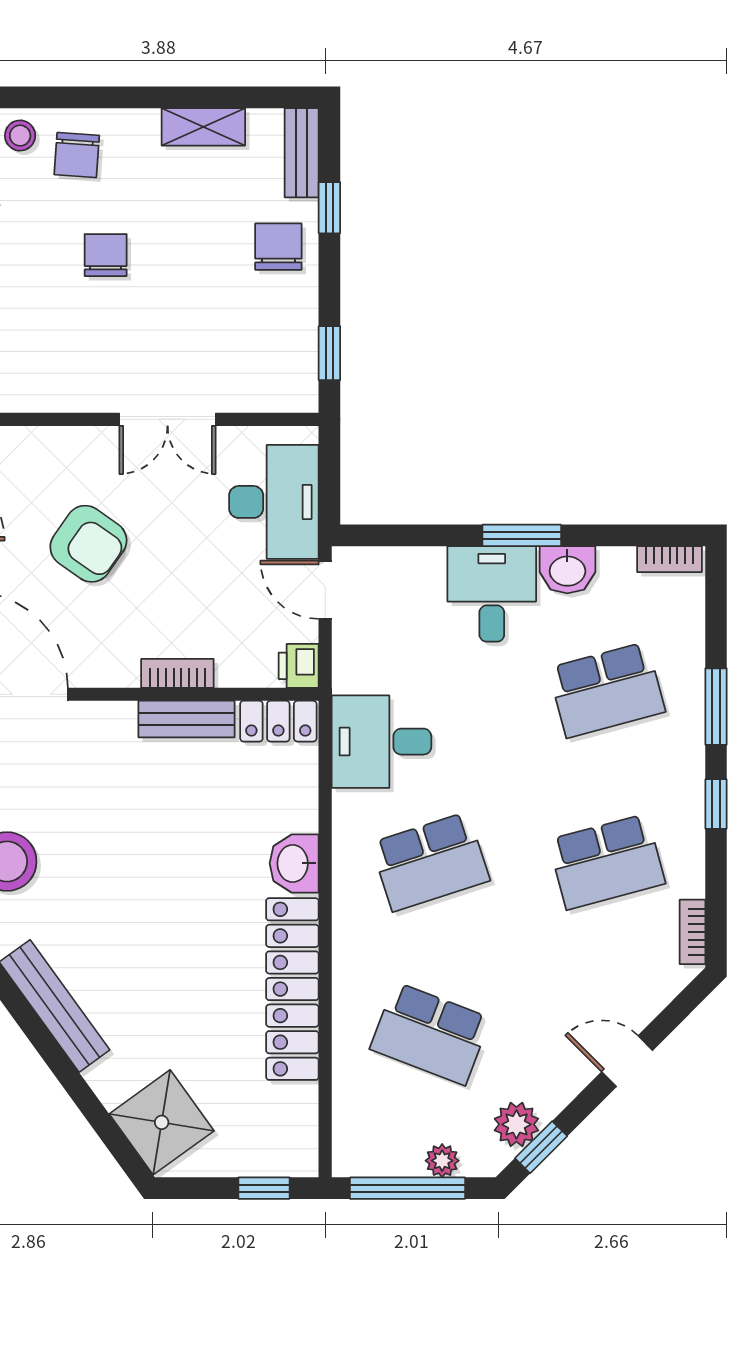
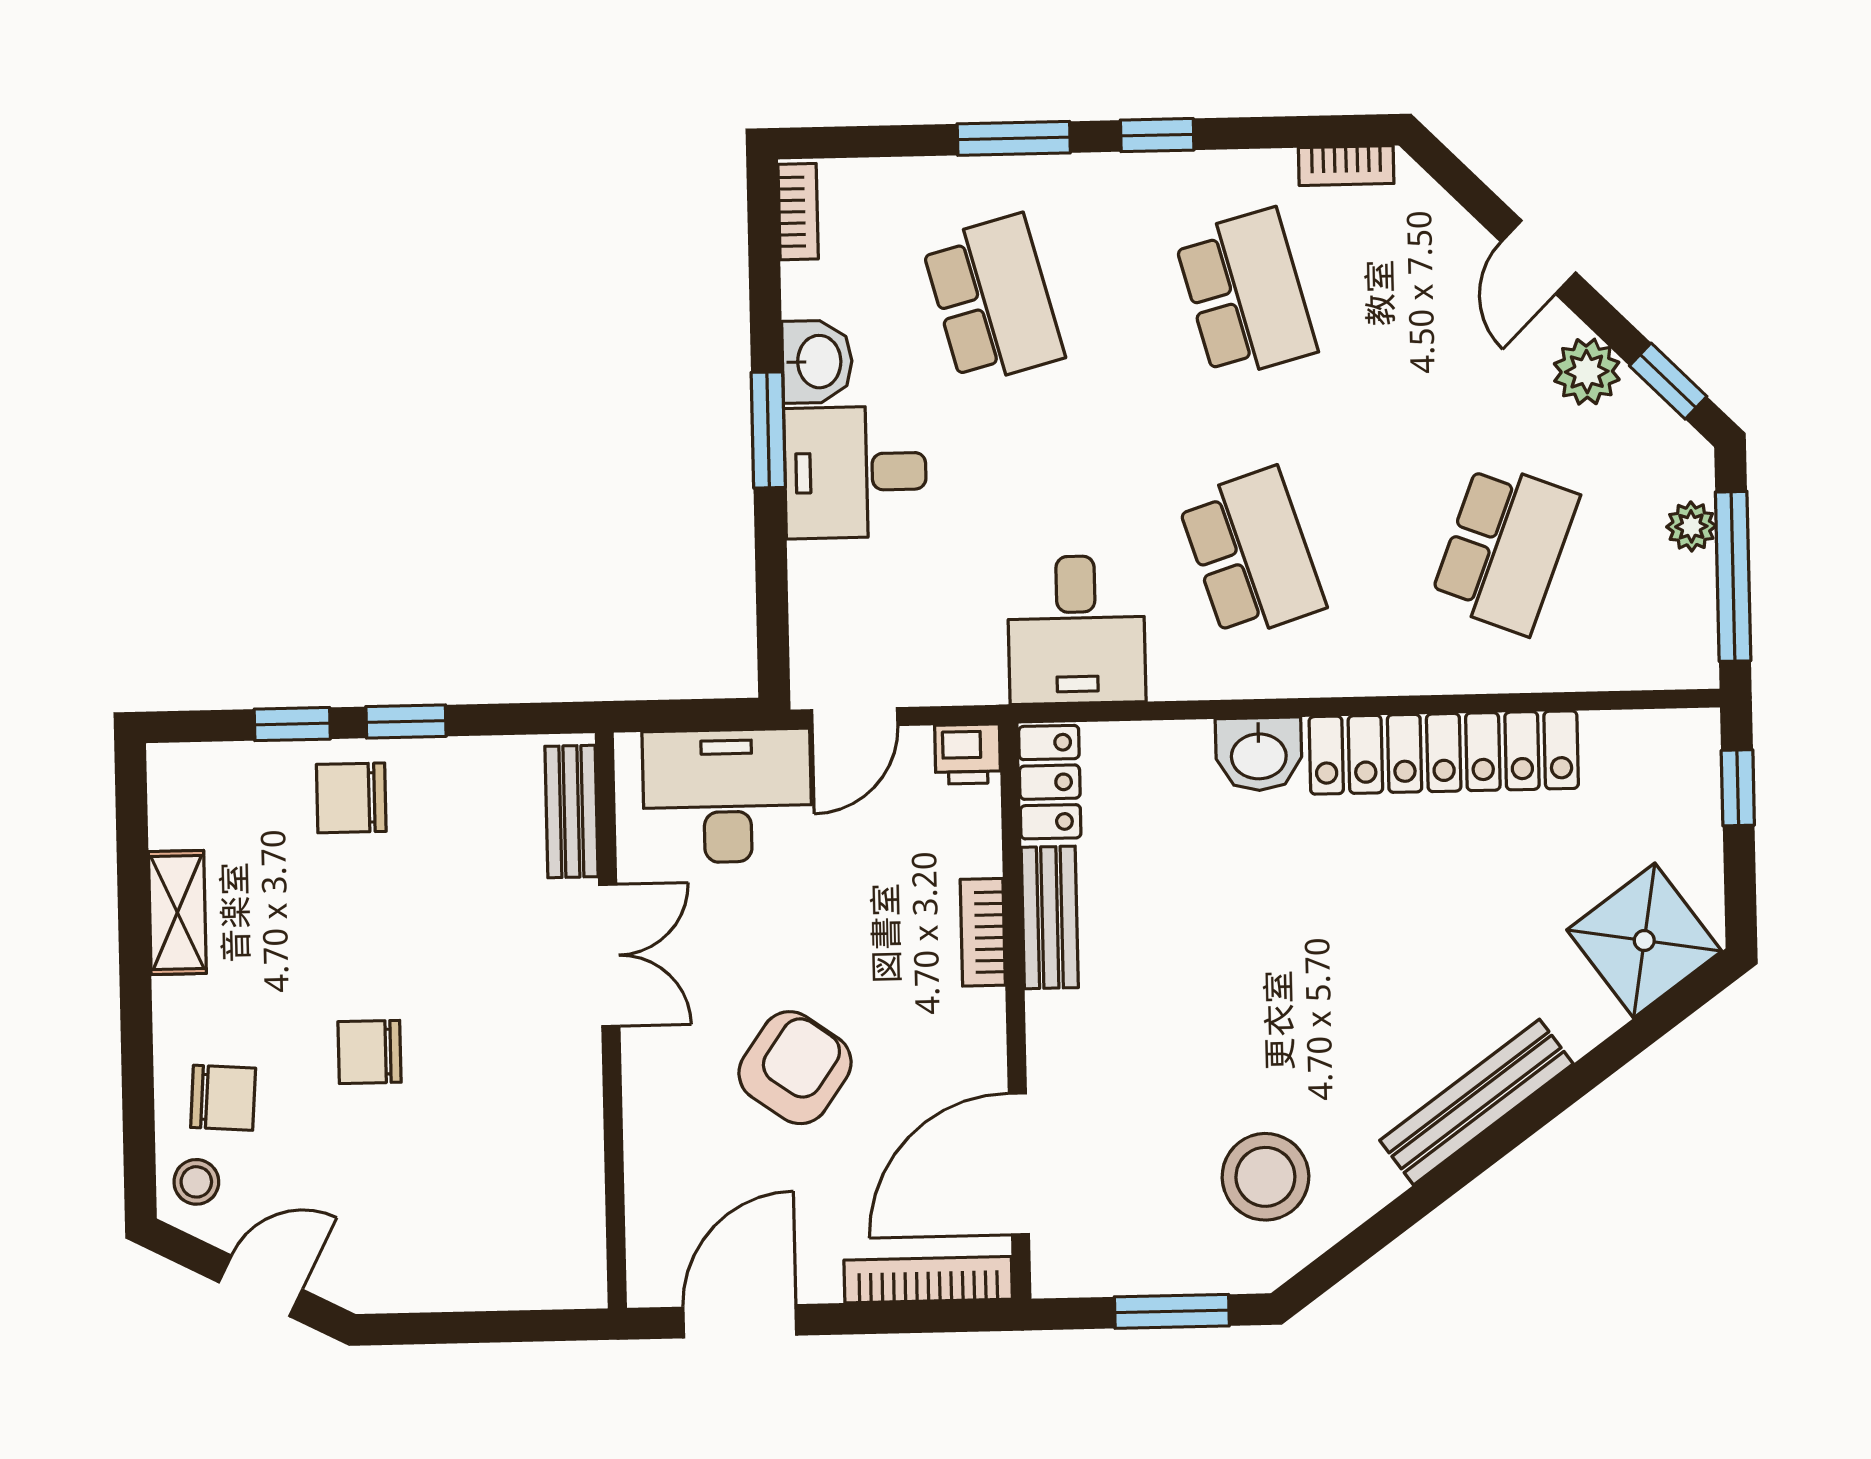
bench: (302, 153) -> (571, 812), moved, turned 90
window: (329, 353) -> (406, 721), moved
plant: (516, 1124) -> (1587, 372), moved

